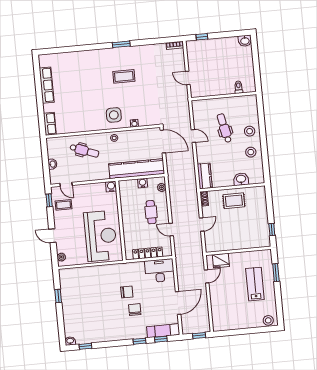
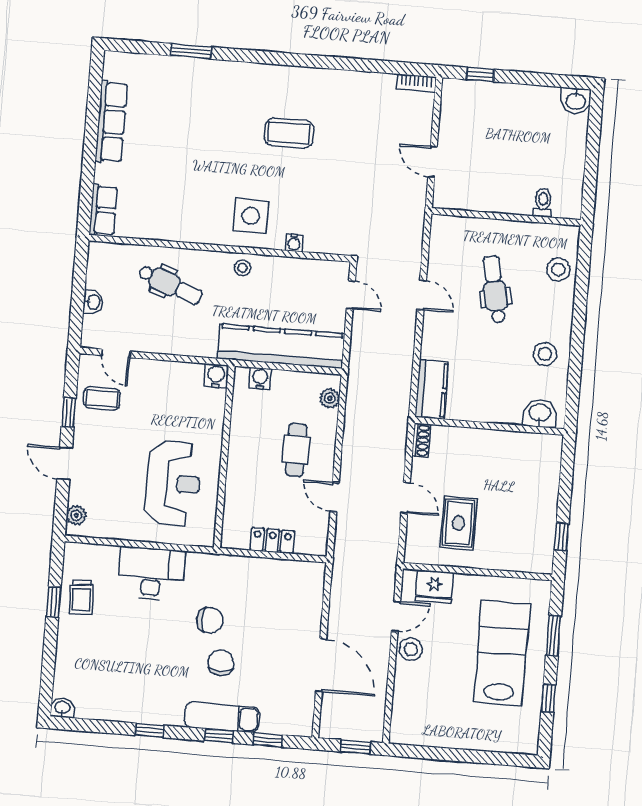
window: (121, 44) -> (191, 51), moved
stool: (250, 131) -> (558, 270), moved
door: (163, 141) -> (351, 295), width x0.53
washbasin: (241, 179) -> (540, 413), moved
water cooler: (143, 183) -> (260, 378), moved
window: (49, 200) -> (69, 412), moved
rug: (234, 201) -> (459, 523), moved, turned 90
door: (202, 225) -> (405, 498), hinge flipped
reception desk: (101, 236) -> (173, 483), width x0.74, depth x0.77
locker: (148, 253) -> (272, 541), width x0.66
desk: (160, 271) -> (151, 574), moved
lab bench: (255, 284) -> (502, 653), width x1.36, depth x1.39
trolley: (70, 292) -> (81, 597), added
window: (278, 300) -> (548, 698), added
door: (178, 303) -> (321, 665), hinge flipped
stool: (268, 320) -> (411, 649), moved
exam couch: (163, 331) -> (222, 717), moved
window: (85, 346) -> (149, 730), moved

